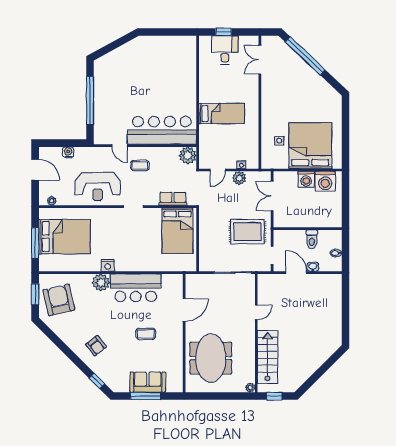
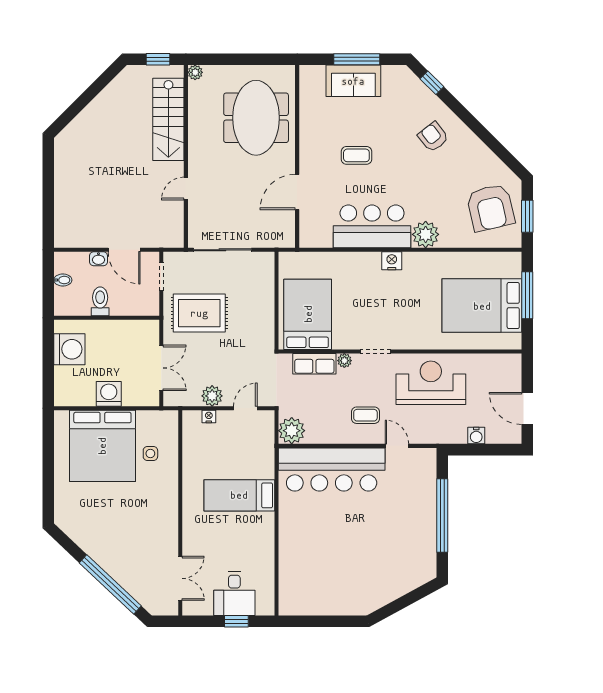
washing machine: (325, 181) -> (69, 349), moved, turned 90
plant: (52, 201) -> (344, 361), moved
nightstand: (108, 266) -> (392, 261), moved

